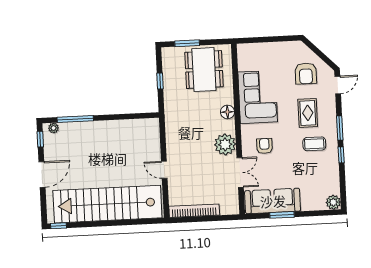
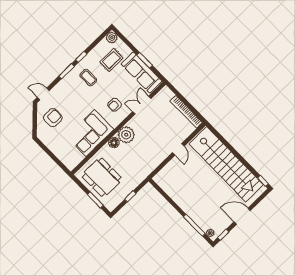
dining table: (204, 70) -> (102, 177), turned 90
rug: (308, 113) -> (111, 60), moved
plant: (225, 144) -> (126, 135), moved

